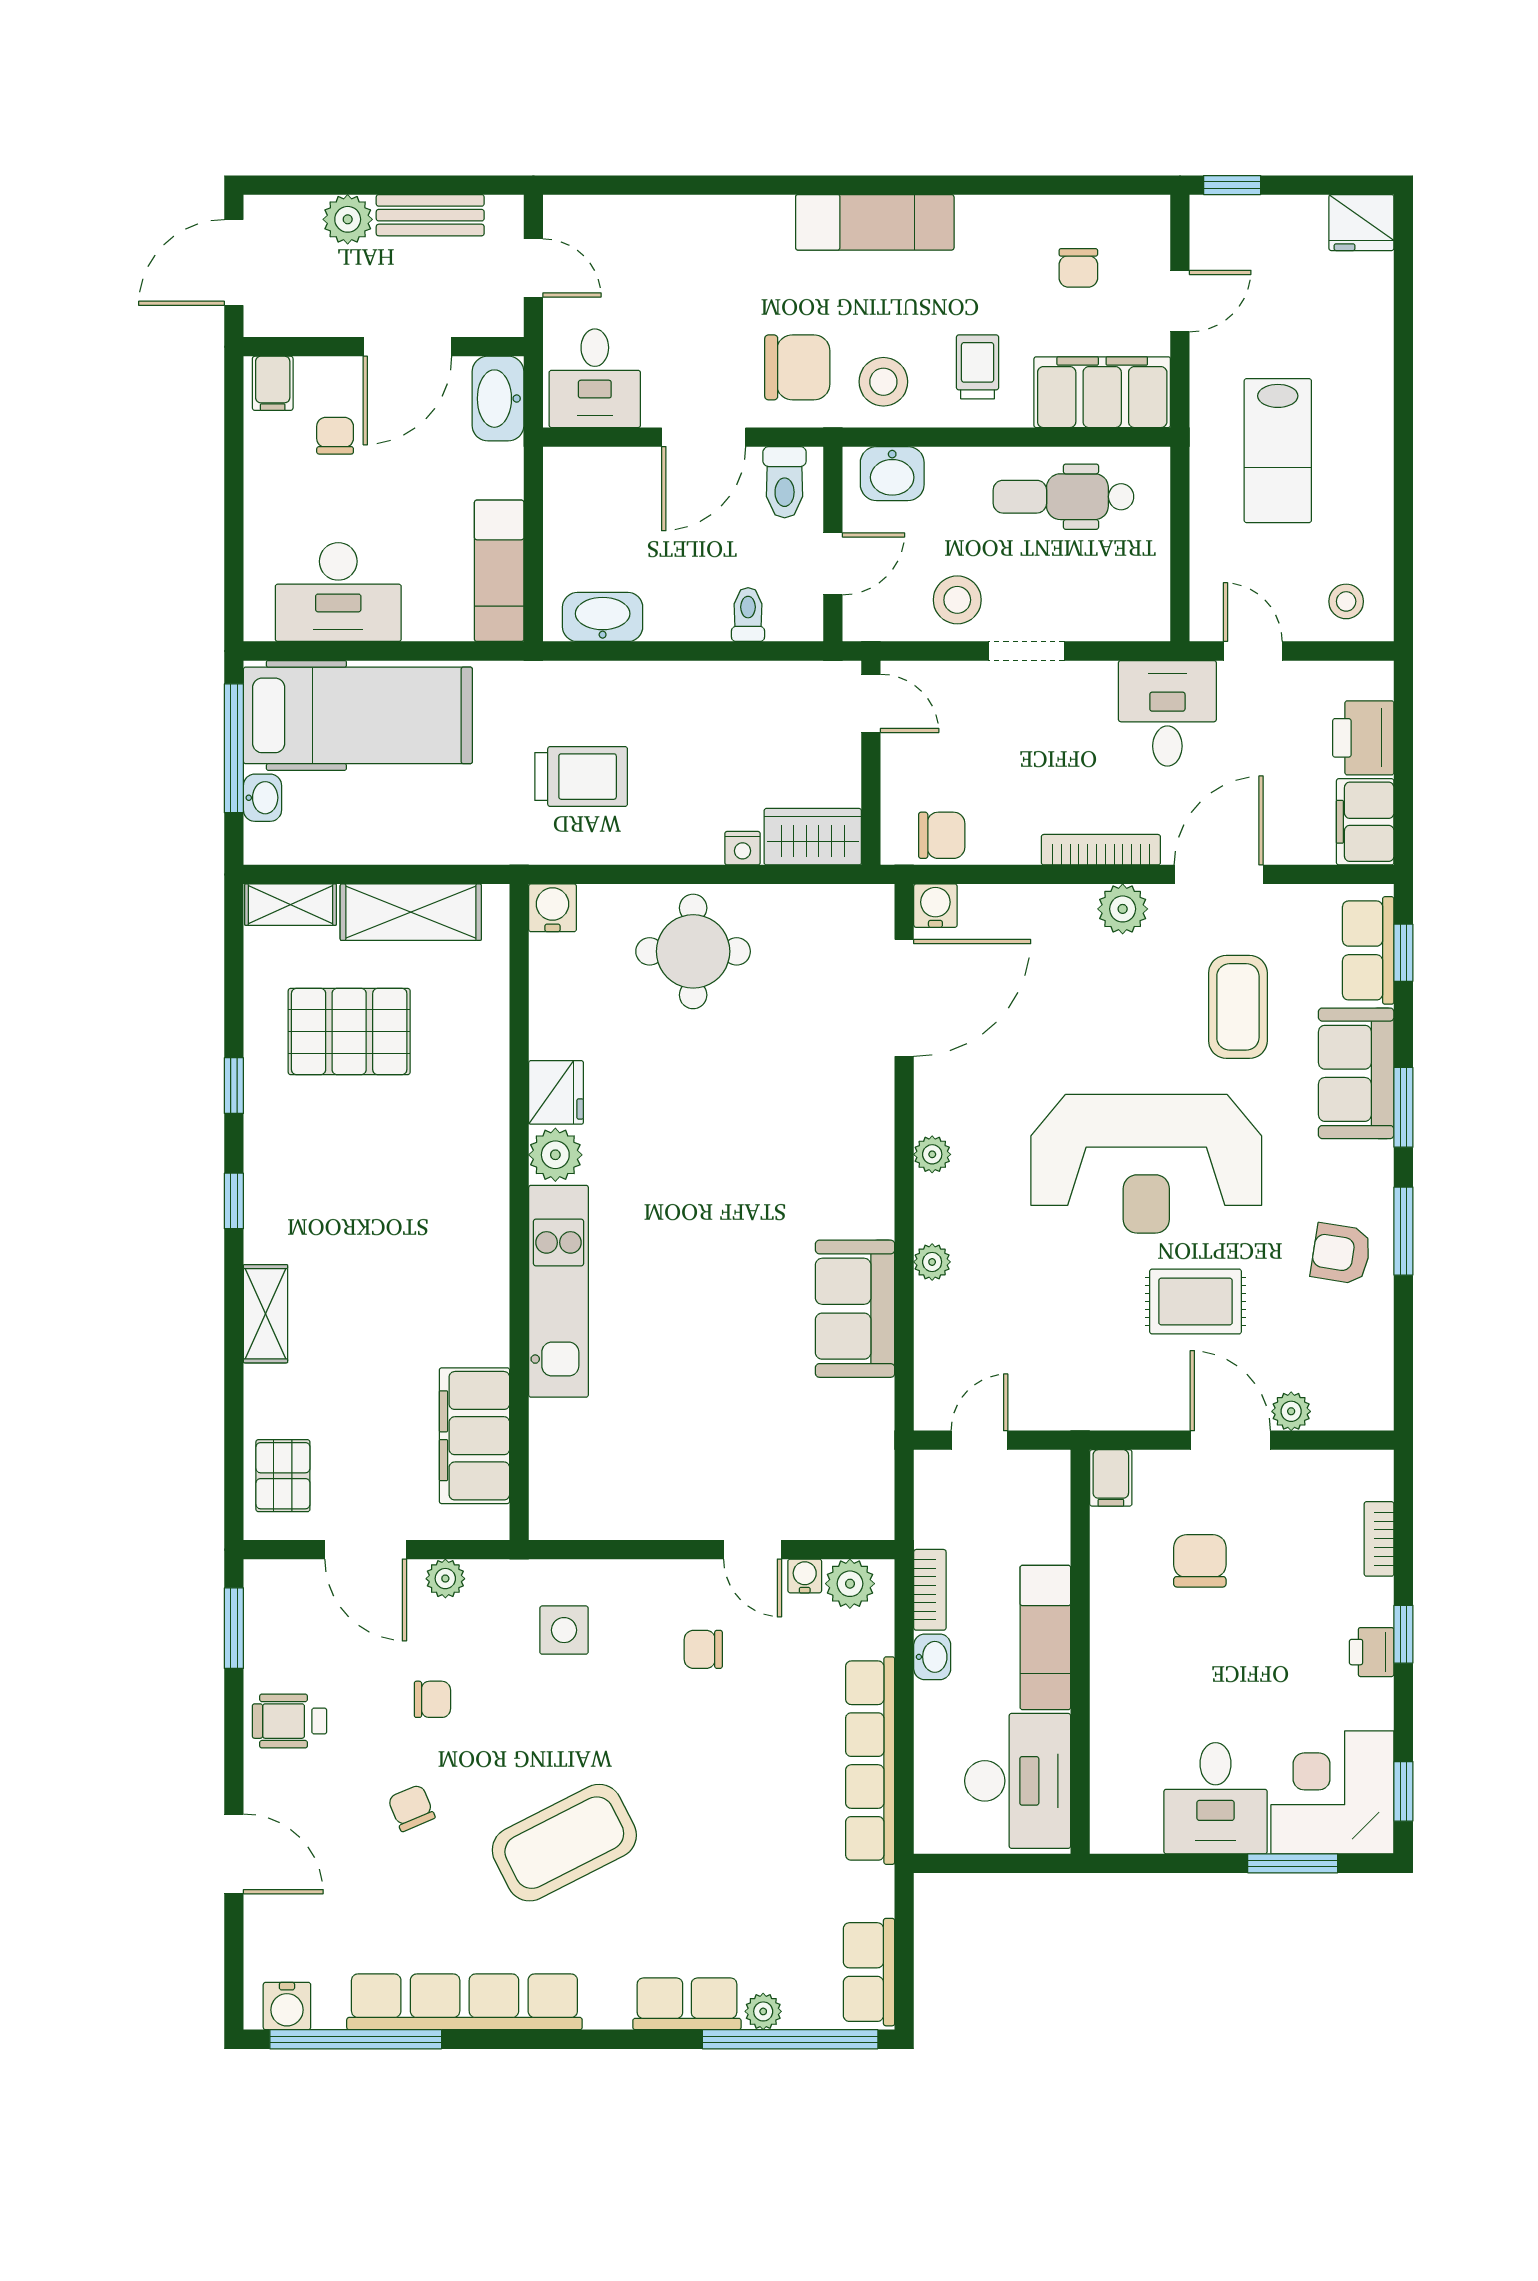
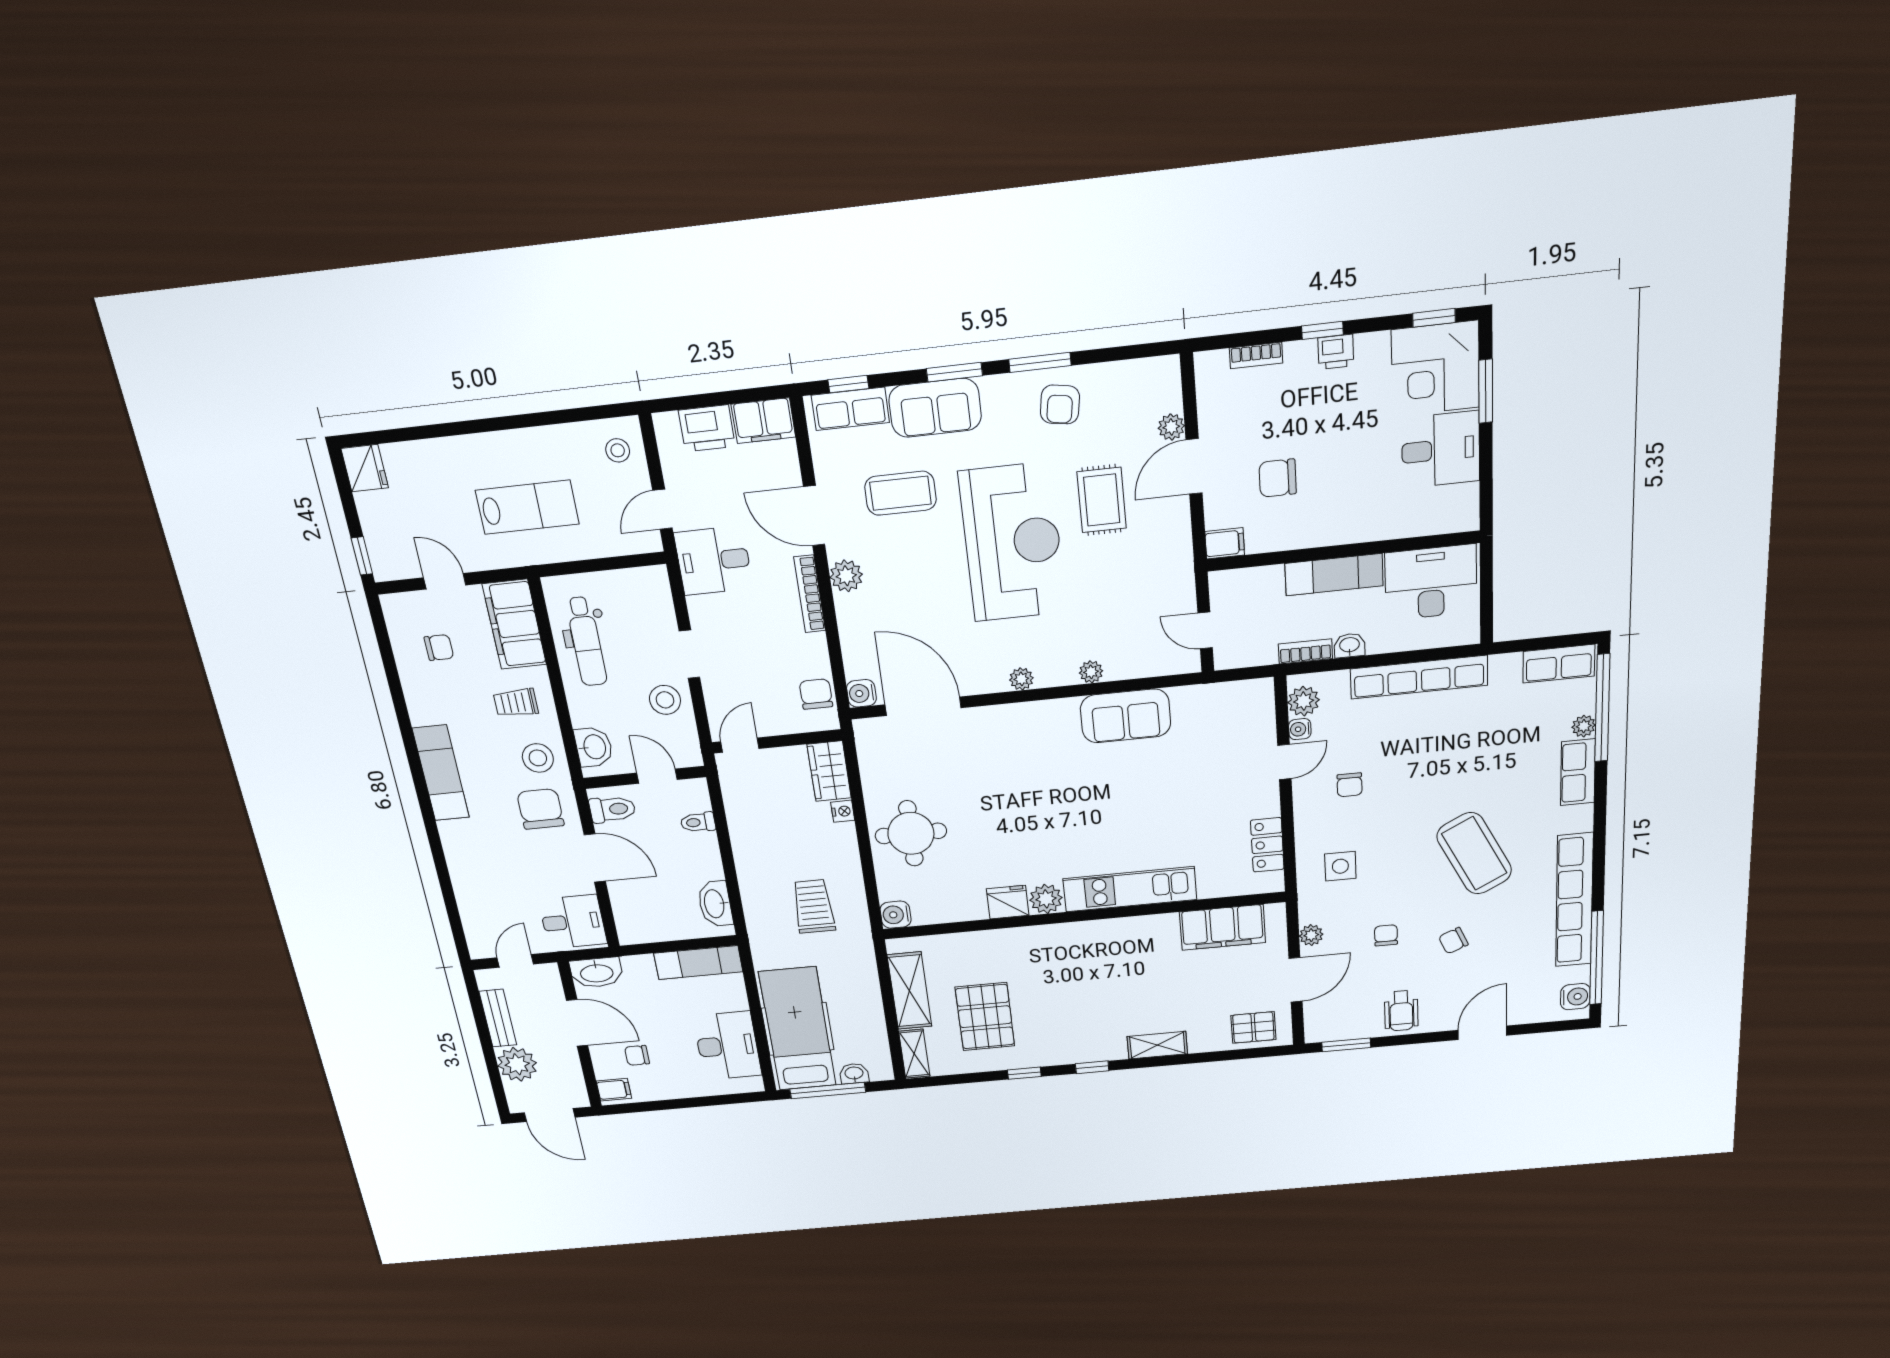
plant: (348, 219) -> (517, 1064), width x1.36, depth x1.36
locker: (614, 1516) -> (1267, 845), added

